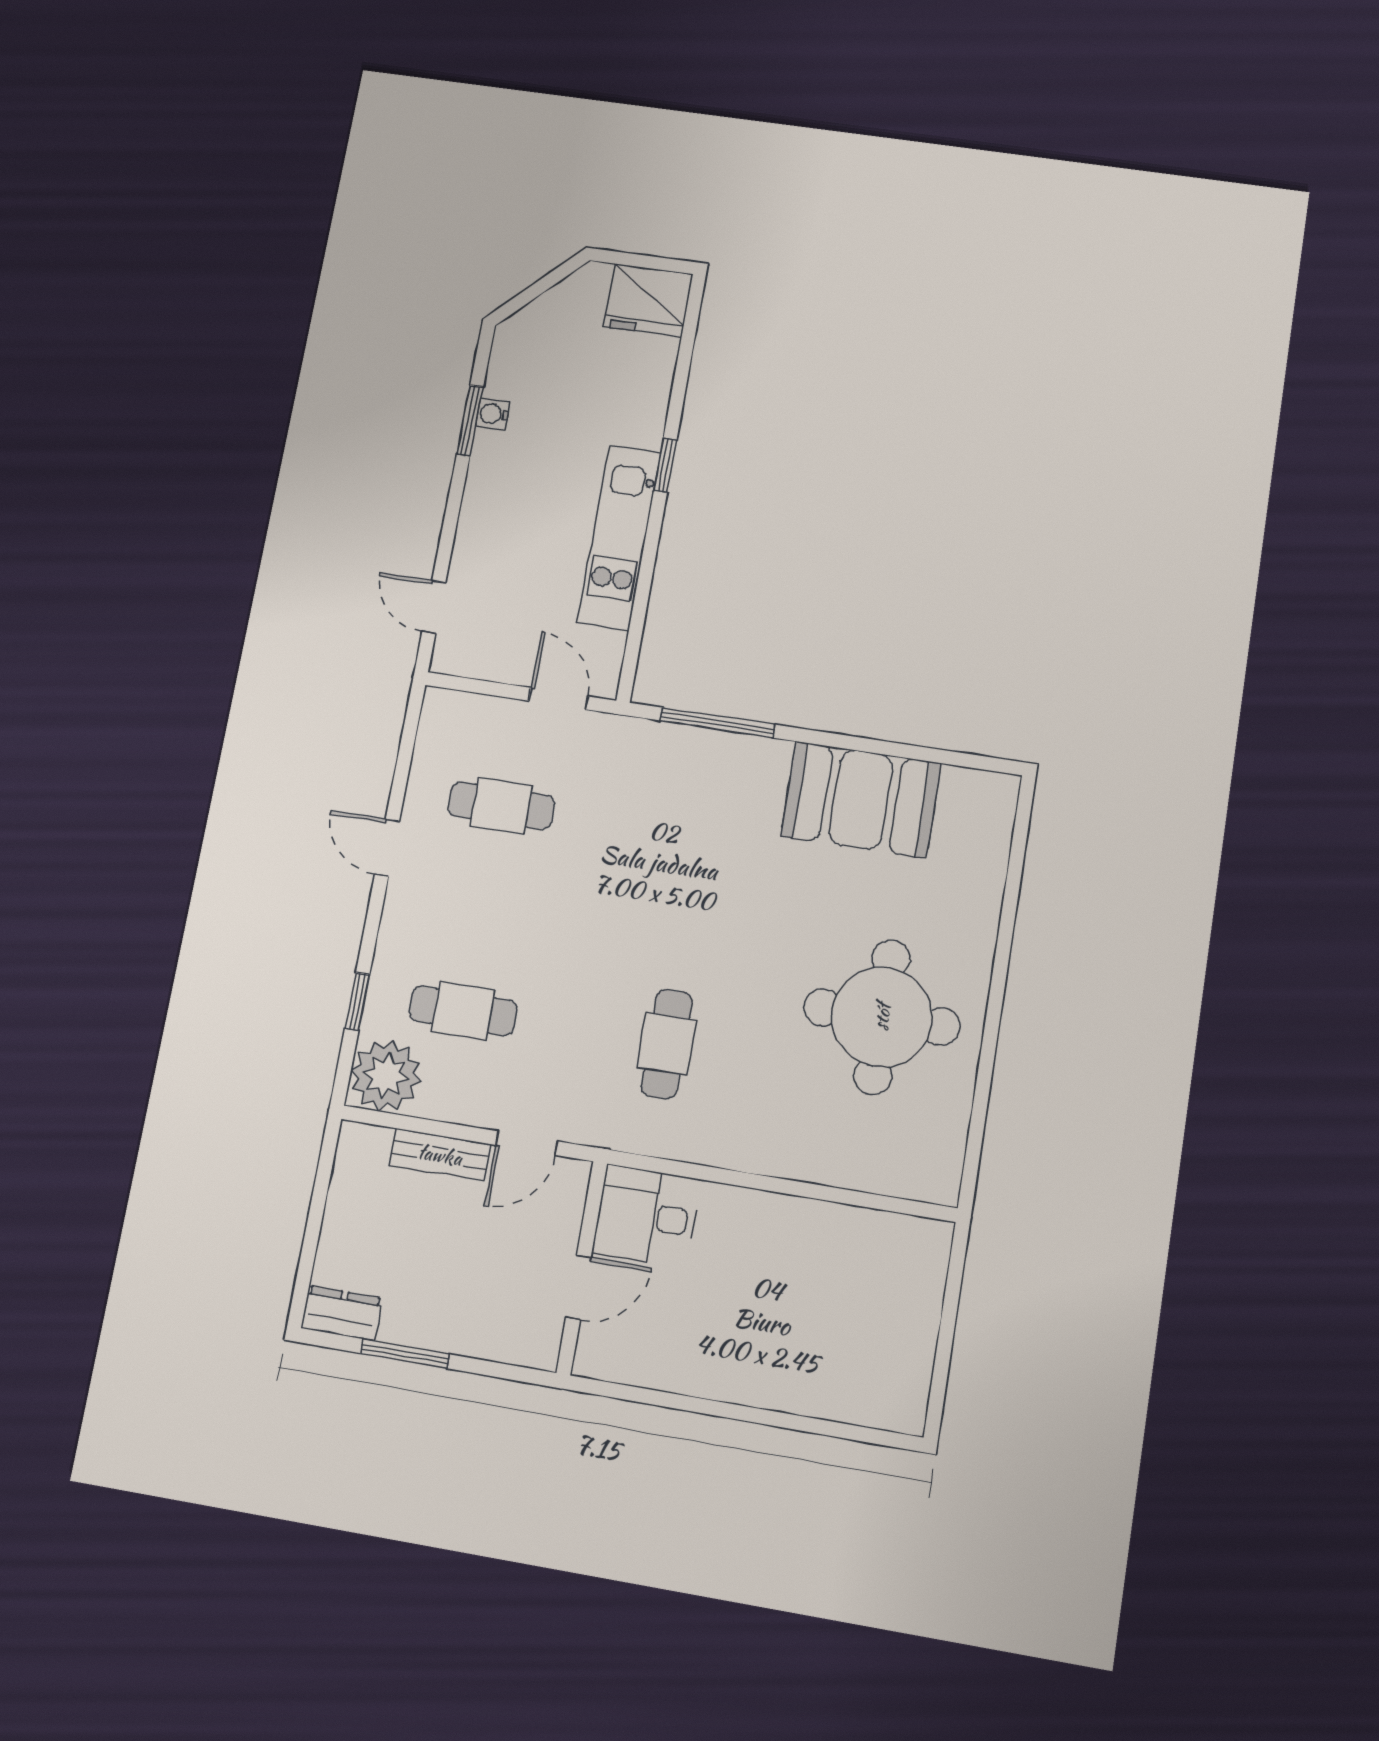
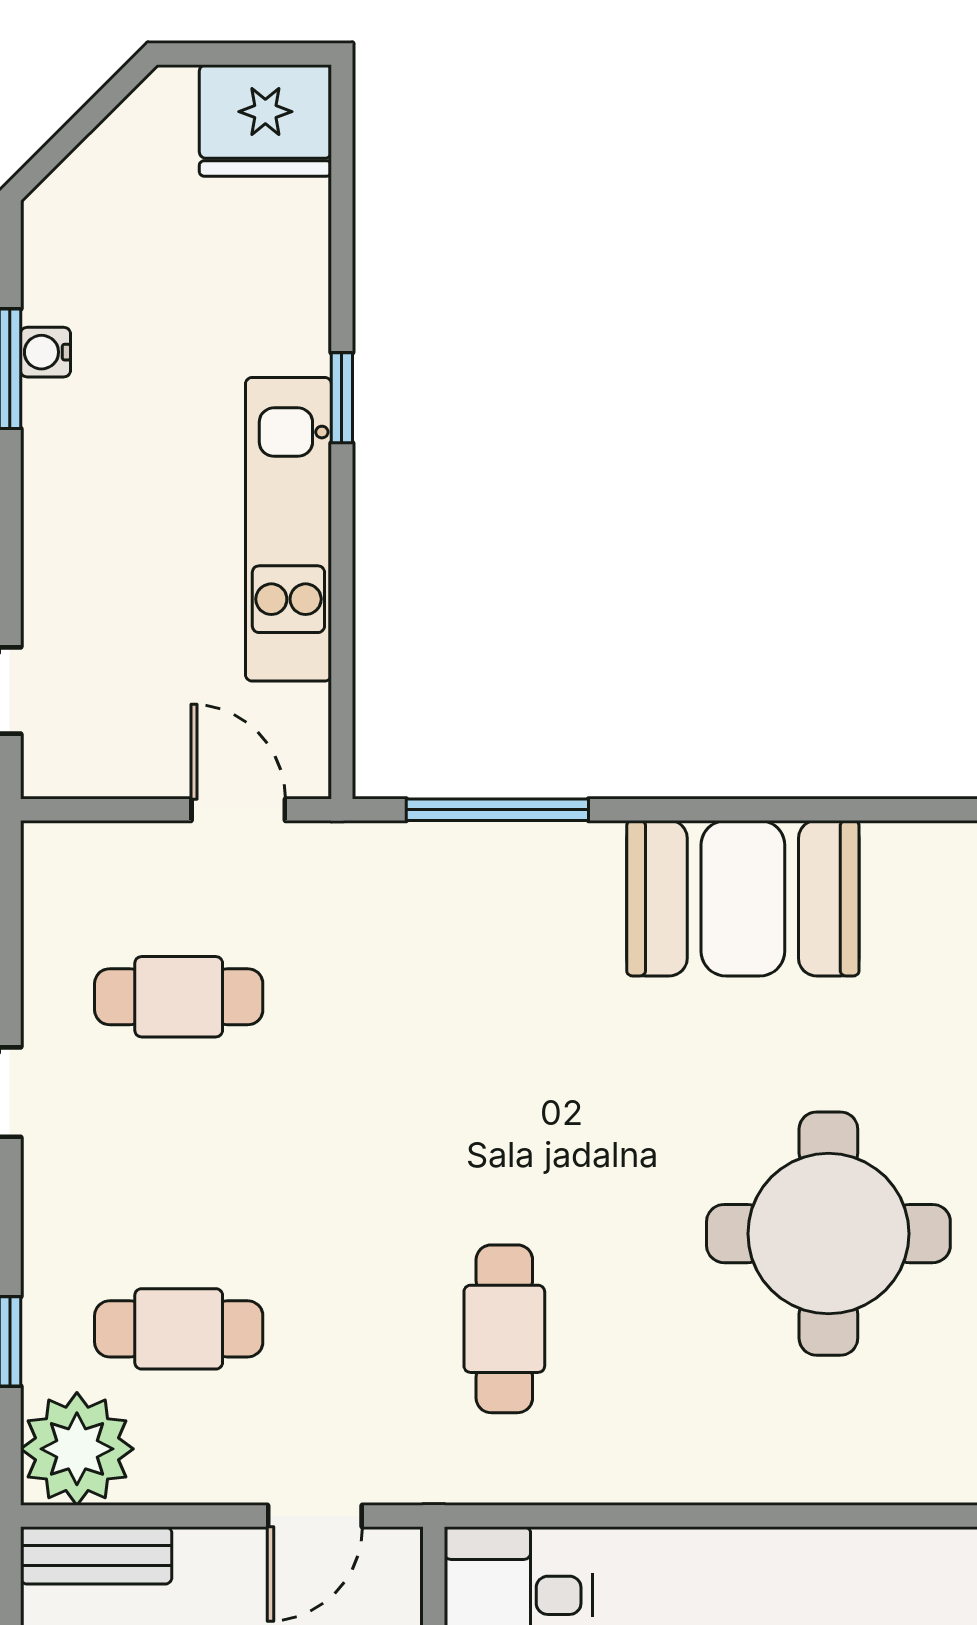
bench: (440, 1155) -> (96, 1555), moved

